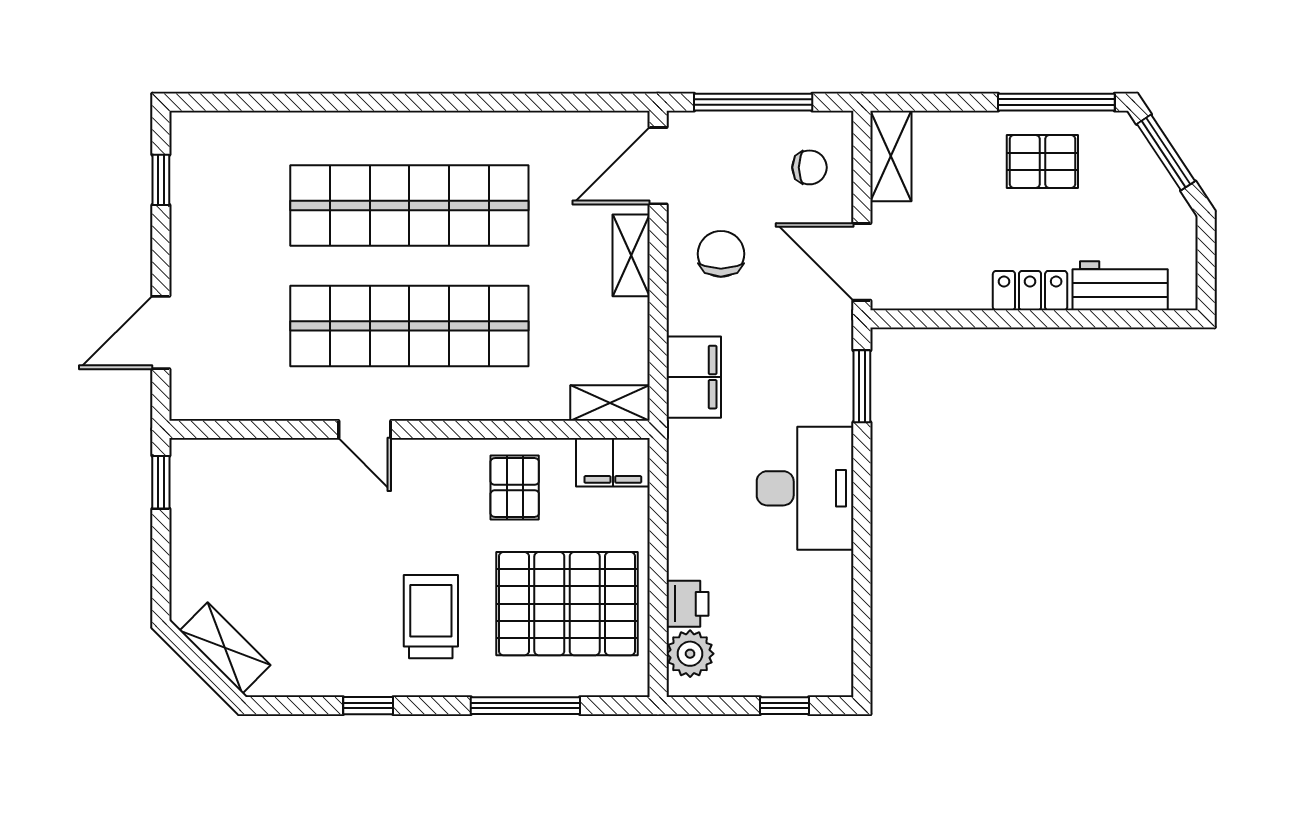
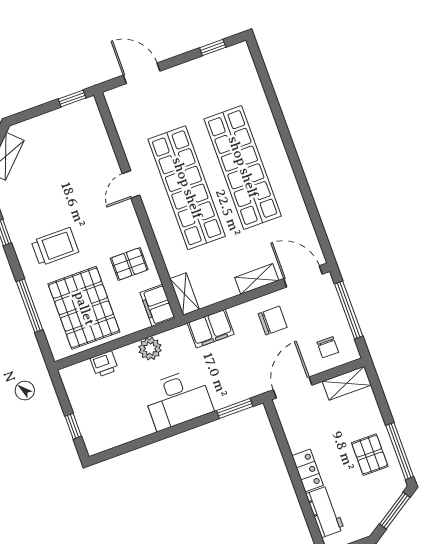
plant: (690, 654) -> (150, 349), moved

